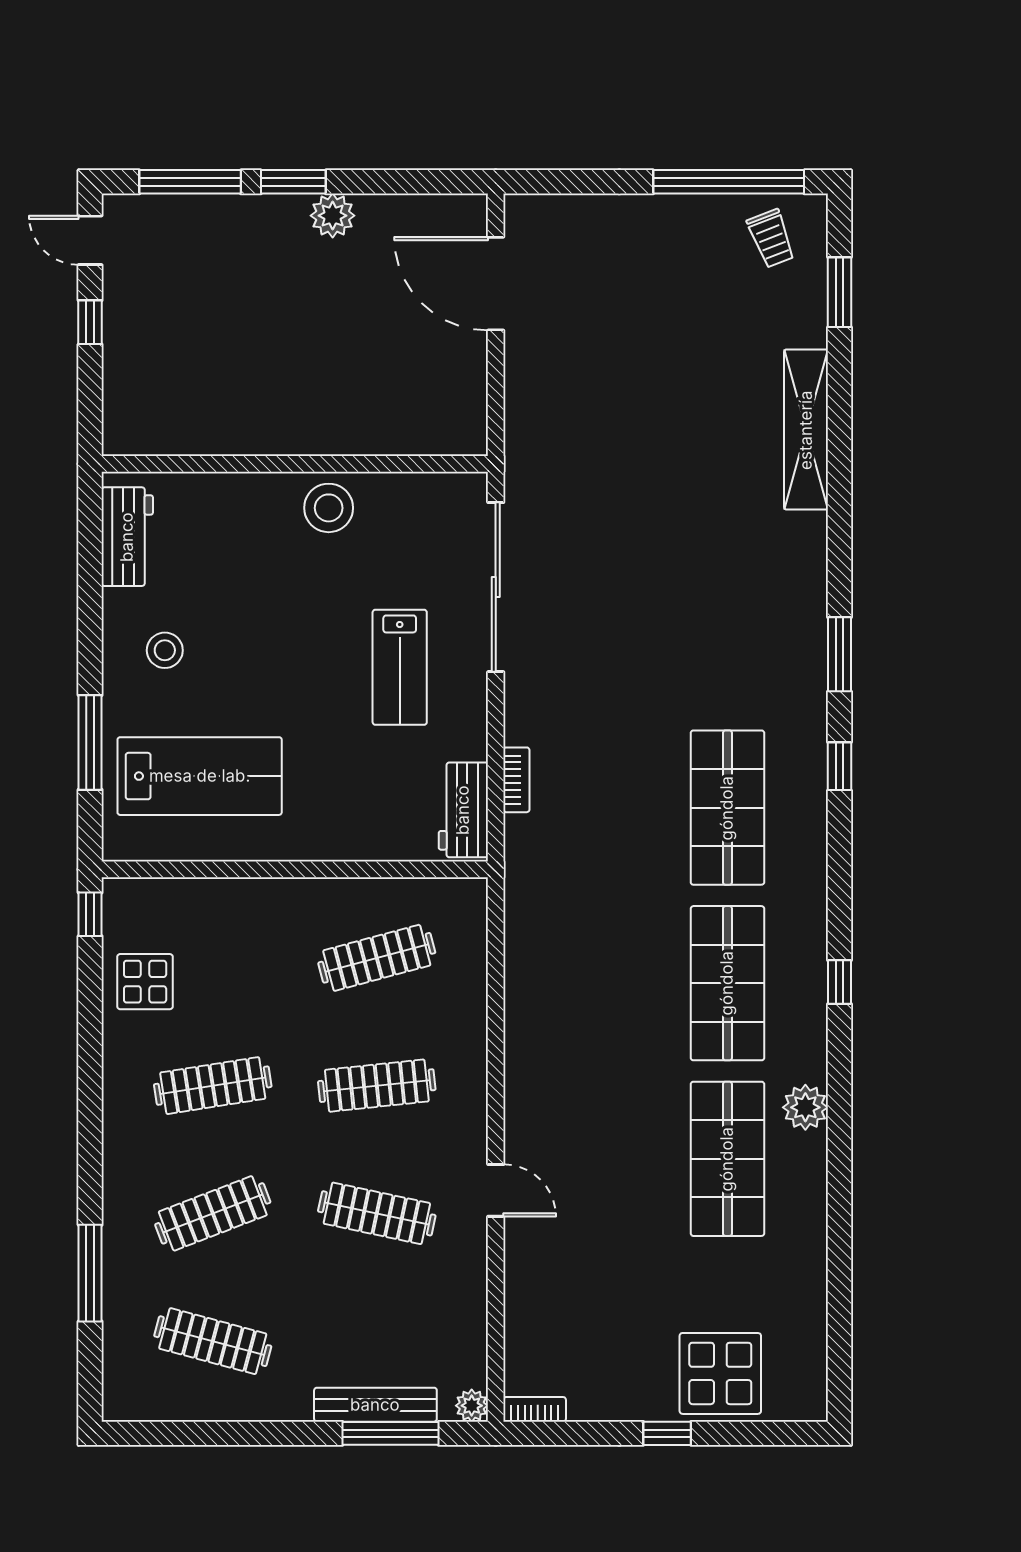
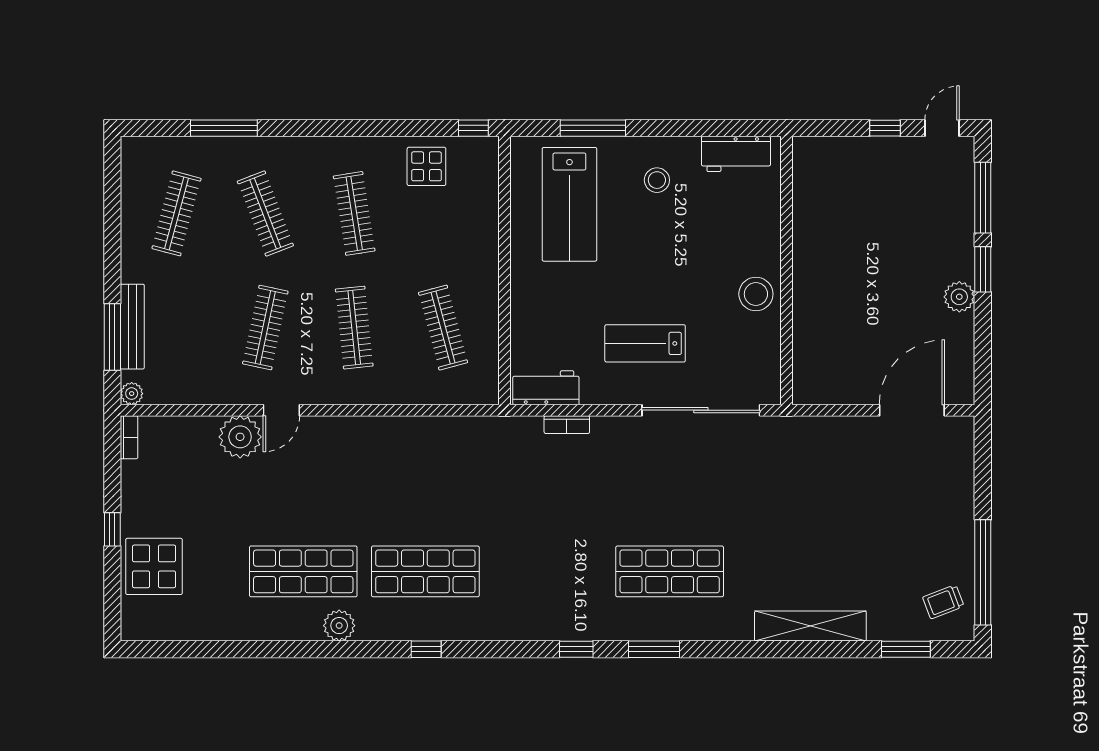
shop shelf: (727, 808) -> (670, 571), moved
plant: (534, 1250) -> (240, 437), added

